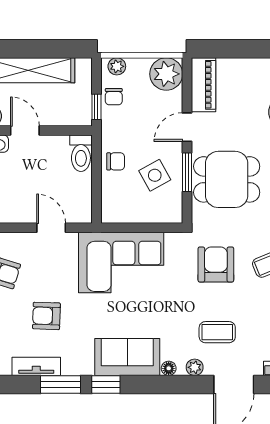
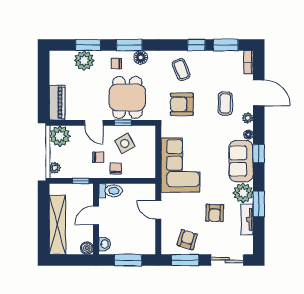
piano: (204, 85) -> (57, 103), moved, turned 90
chair: (114, 97) -> (98, 157), moved
door: (25, 131) -> (96, 215), moved
window: (187, 172) -> (123, 123), width x0.67
door: (51, 228) -> (158, 210), hinge flipped
plant: (78, 360) -> (243, 193), added
window: (106, 384) -> (259, 154), moved

